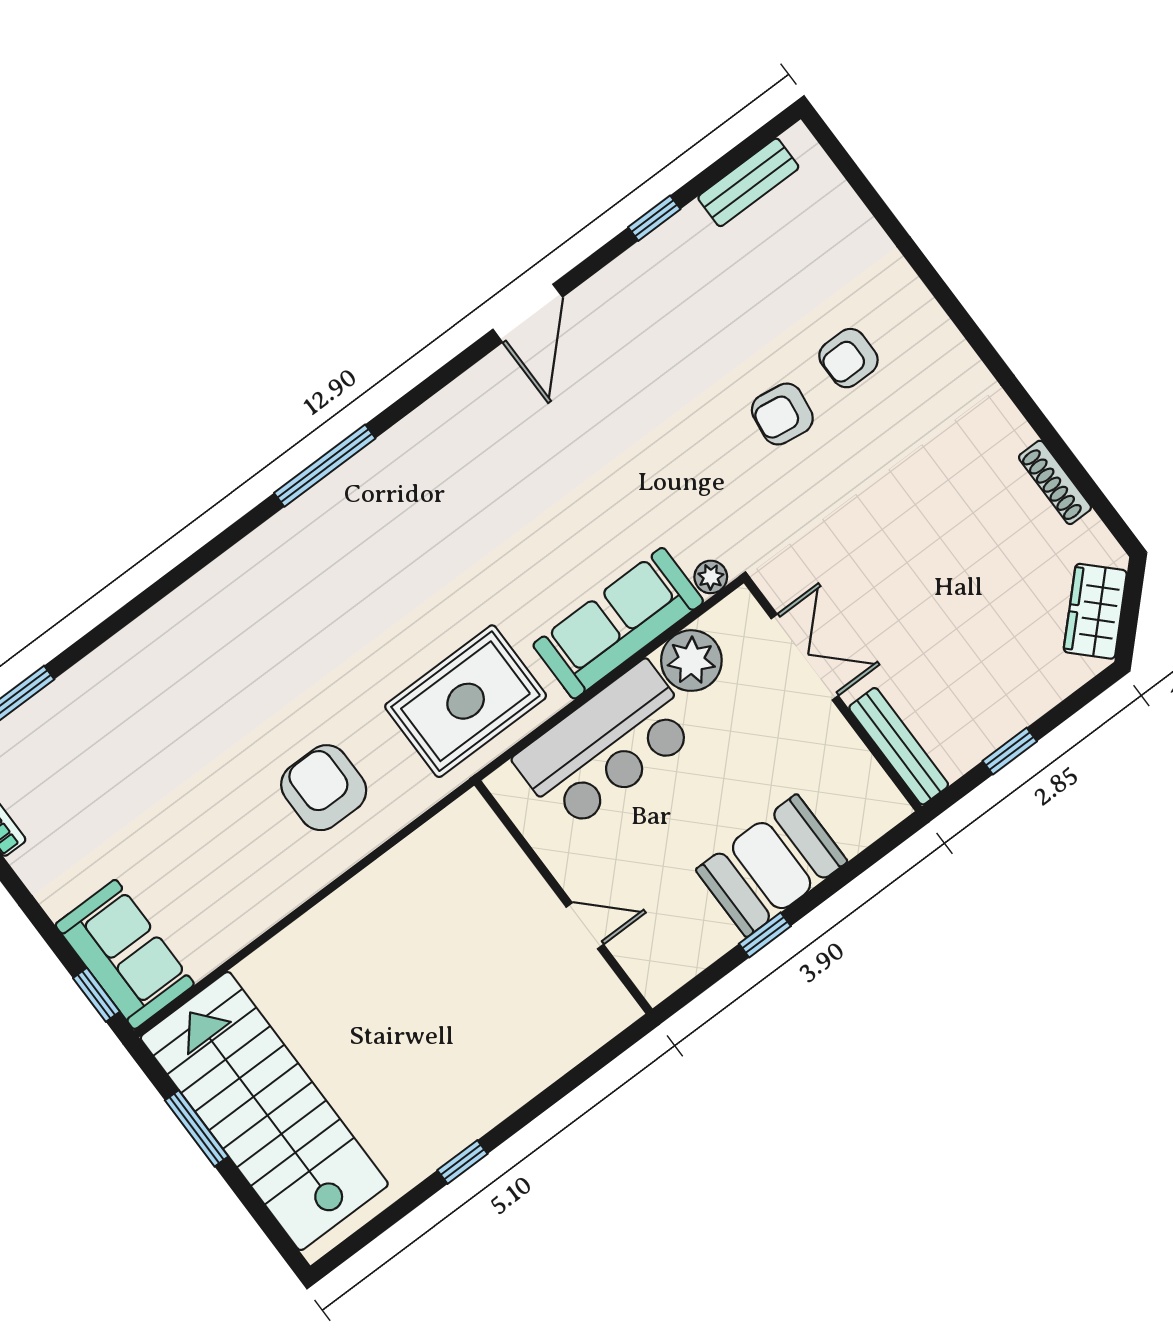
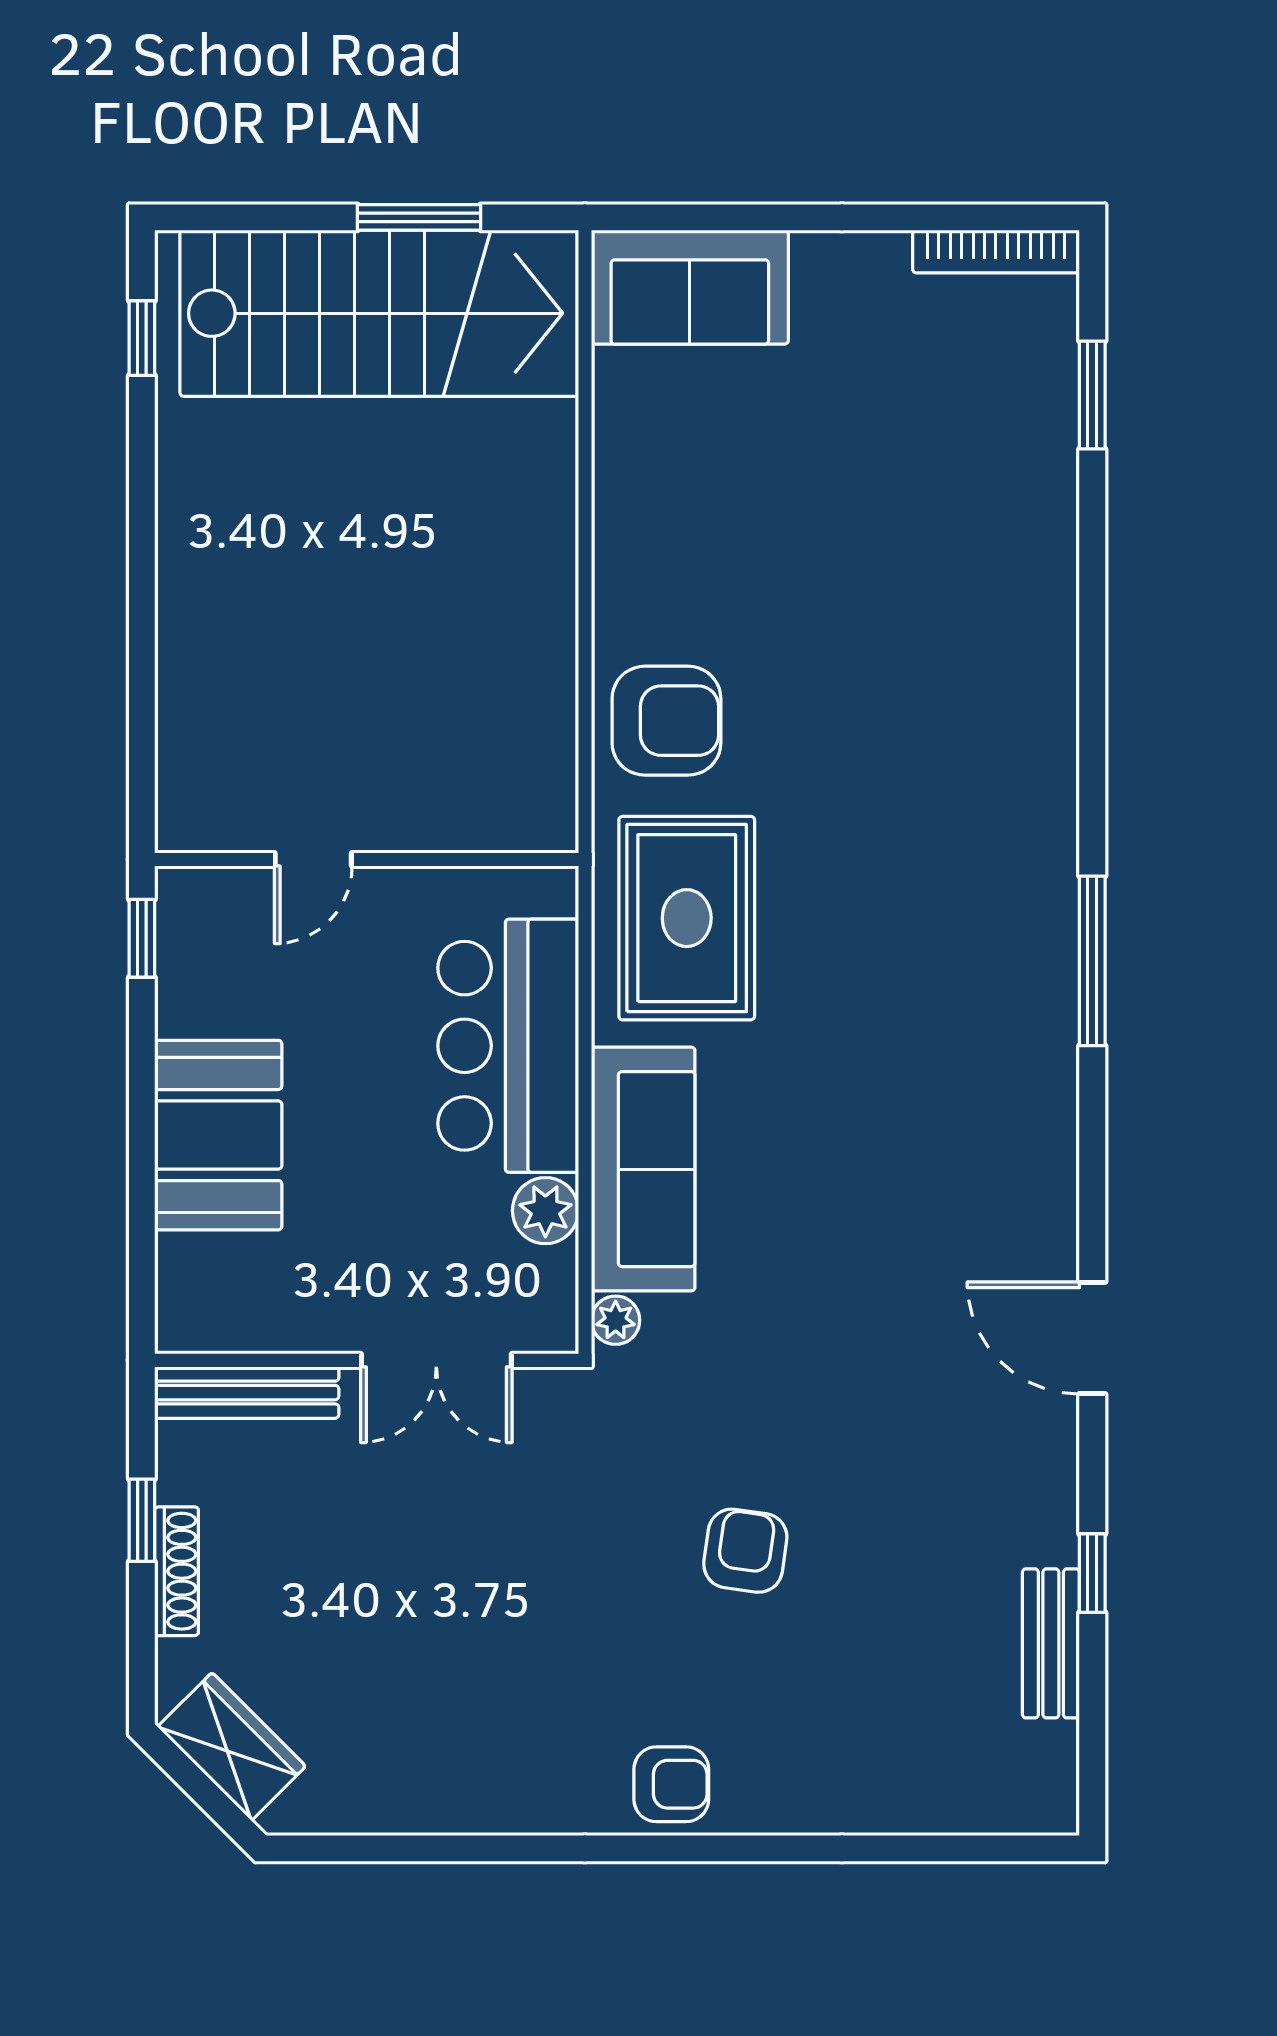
bench: (748, 182) -> (1051, 1643), moved
armchair: (848, 358) -> (671, 1784), moved, turned 90
shoe rack: (1055, 482) -> (177, 1571), moved, turned 90
plant: (691, 661) -> (545, 1211), width x0.73, depth x0.73
armchair: (324, 788) -> (666, 721), moved
window: (765, 935) -> (142, 938), moved
window: (96, 995) -> (667, 217), removed
window: (462, 1162) -> (142, 338), moved

